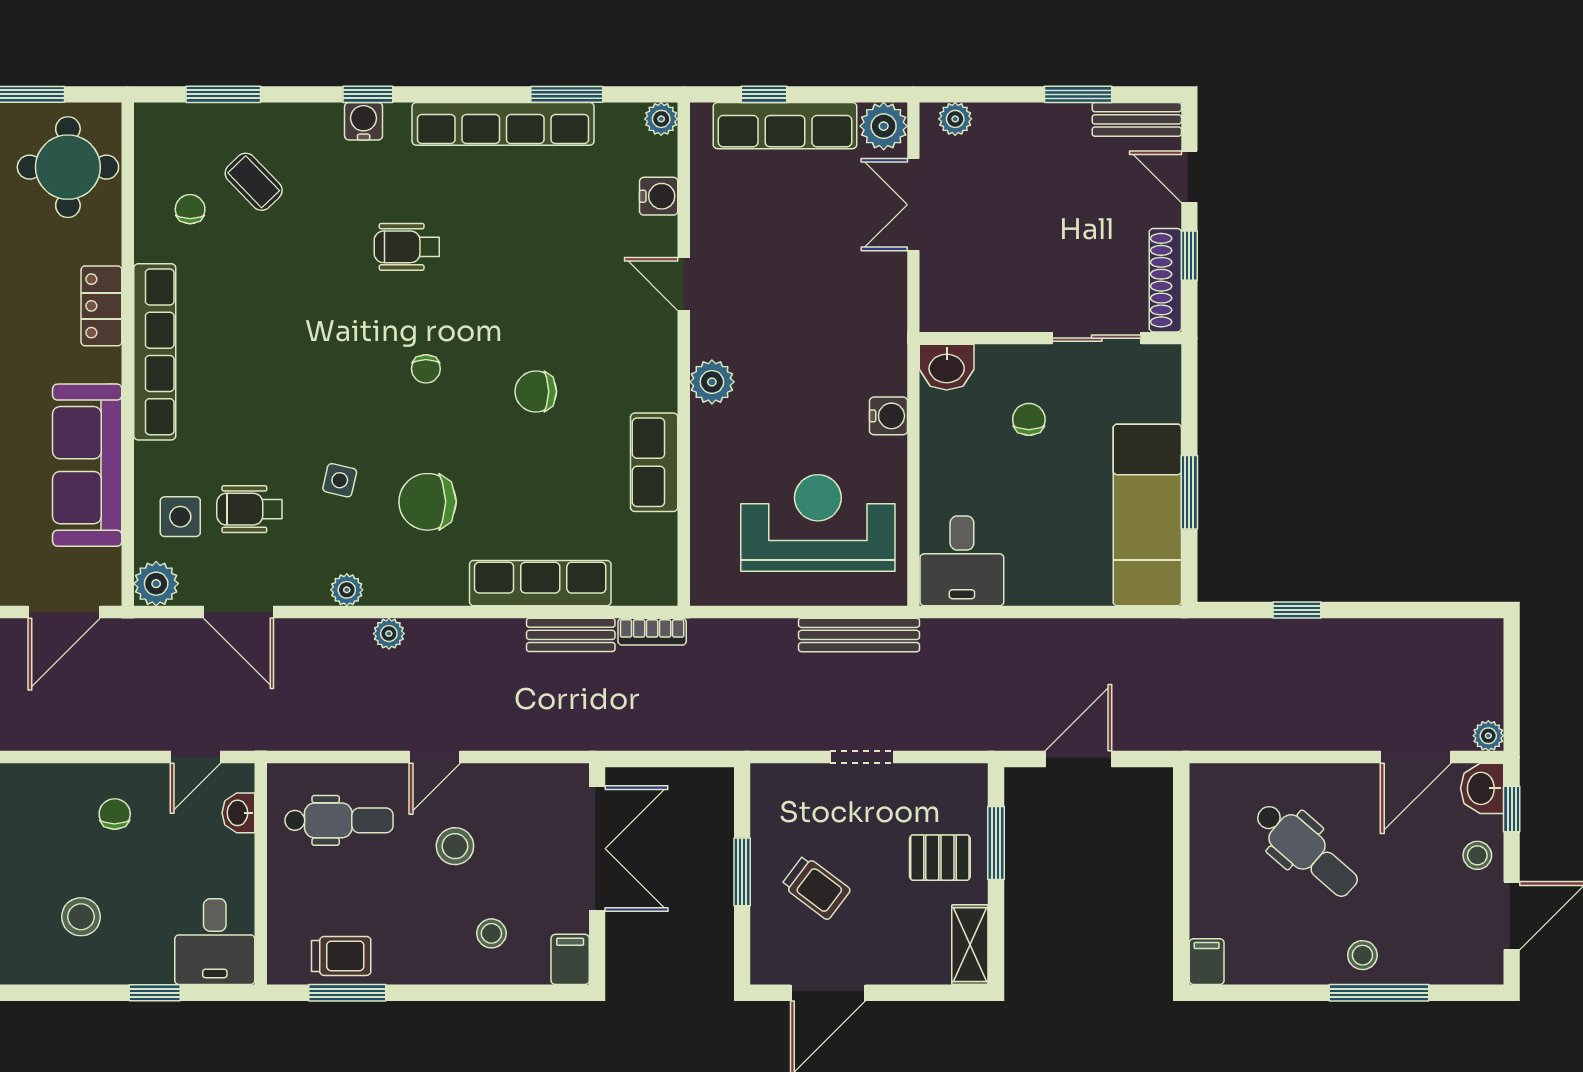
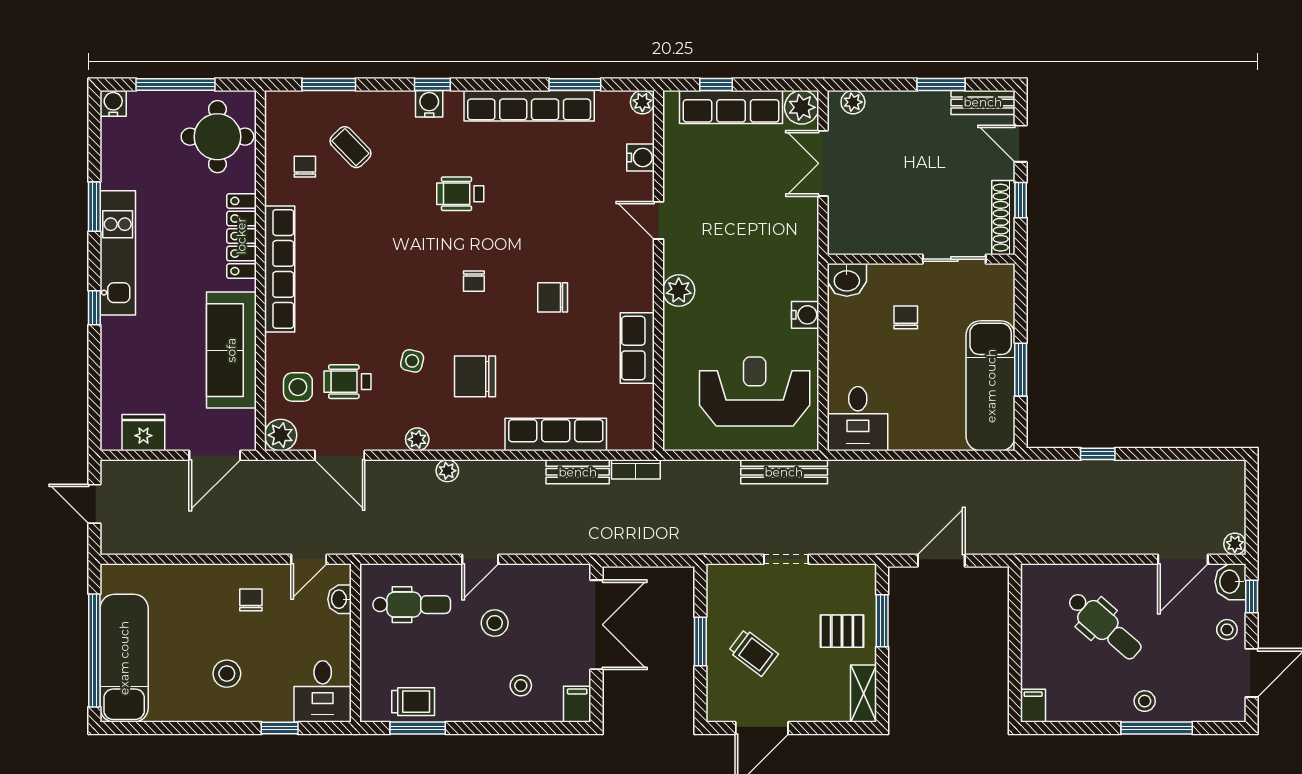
locker: (101, 306) -> (241, 236), width x1.53

